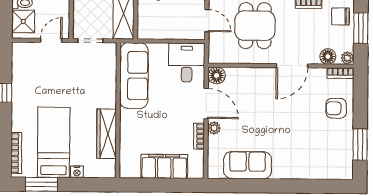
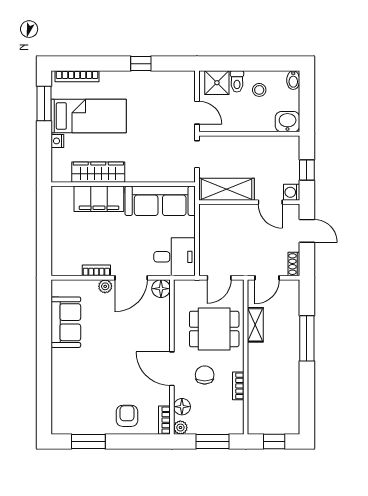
chair: (340, 16) -> (205, 375), moved
filing cabinet: (164, 166) -> (99, 199), moved, turned 90

